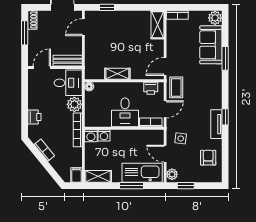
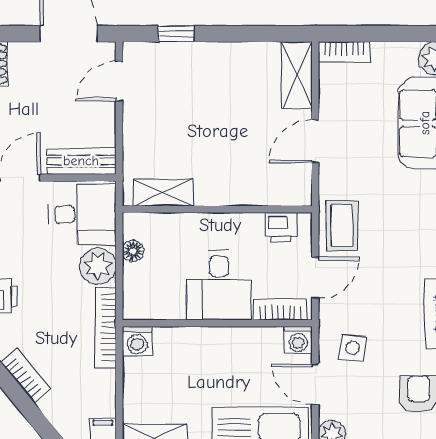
door: (165, 66) -> (315, 141), moved
shelving: (117, 74) -> (163, 193), moved
floor lamp: (89, 87) -> (133, 251), moved
washing machine: (104, 135) -> (298, 340), moved

